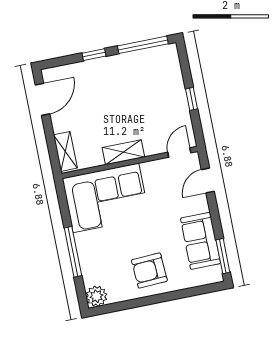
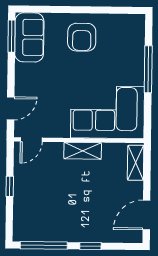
sofa: (201, 241) -> (29, 37), moved
armchair: (149, 271) -> (82, 37), turned 93
plant: (96, 296) -> (135, 24), removed

